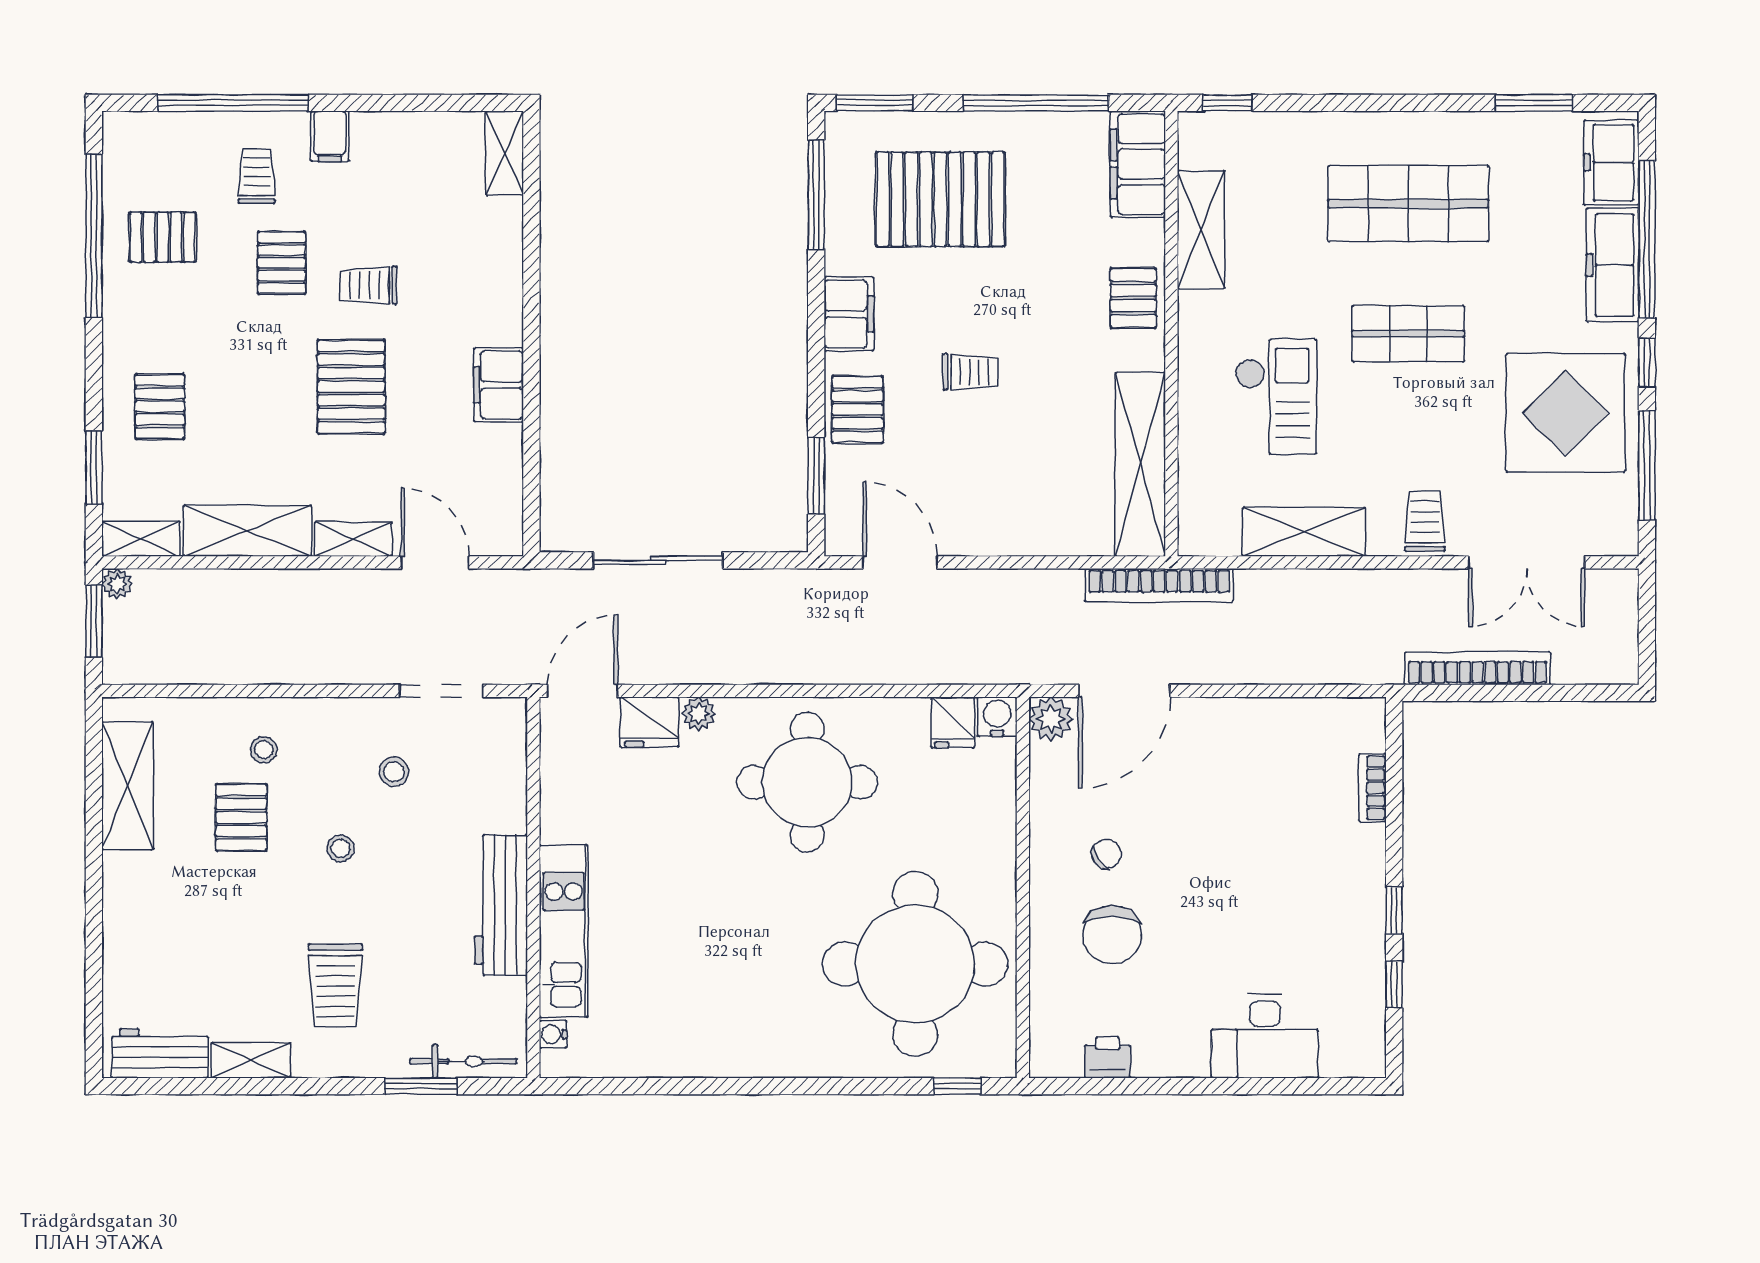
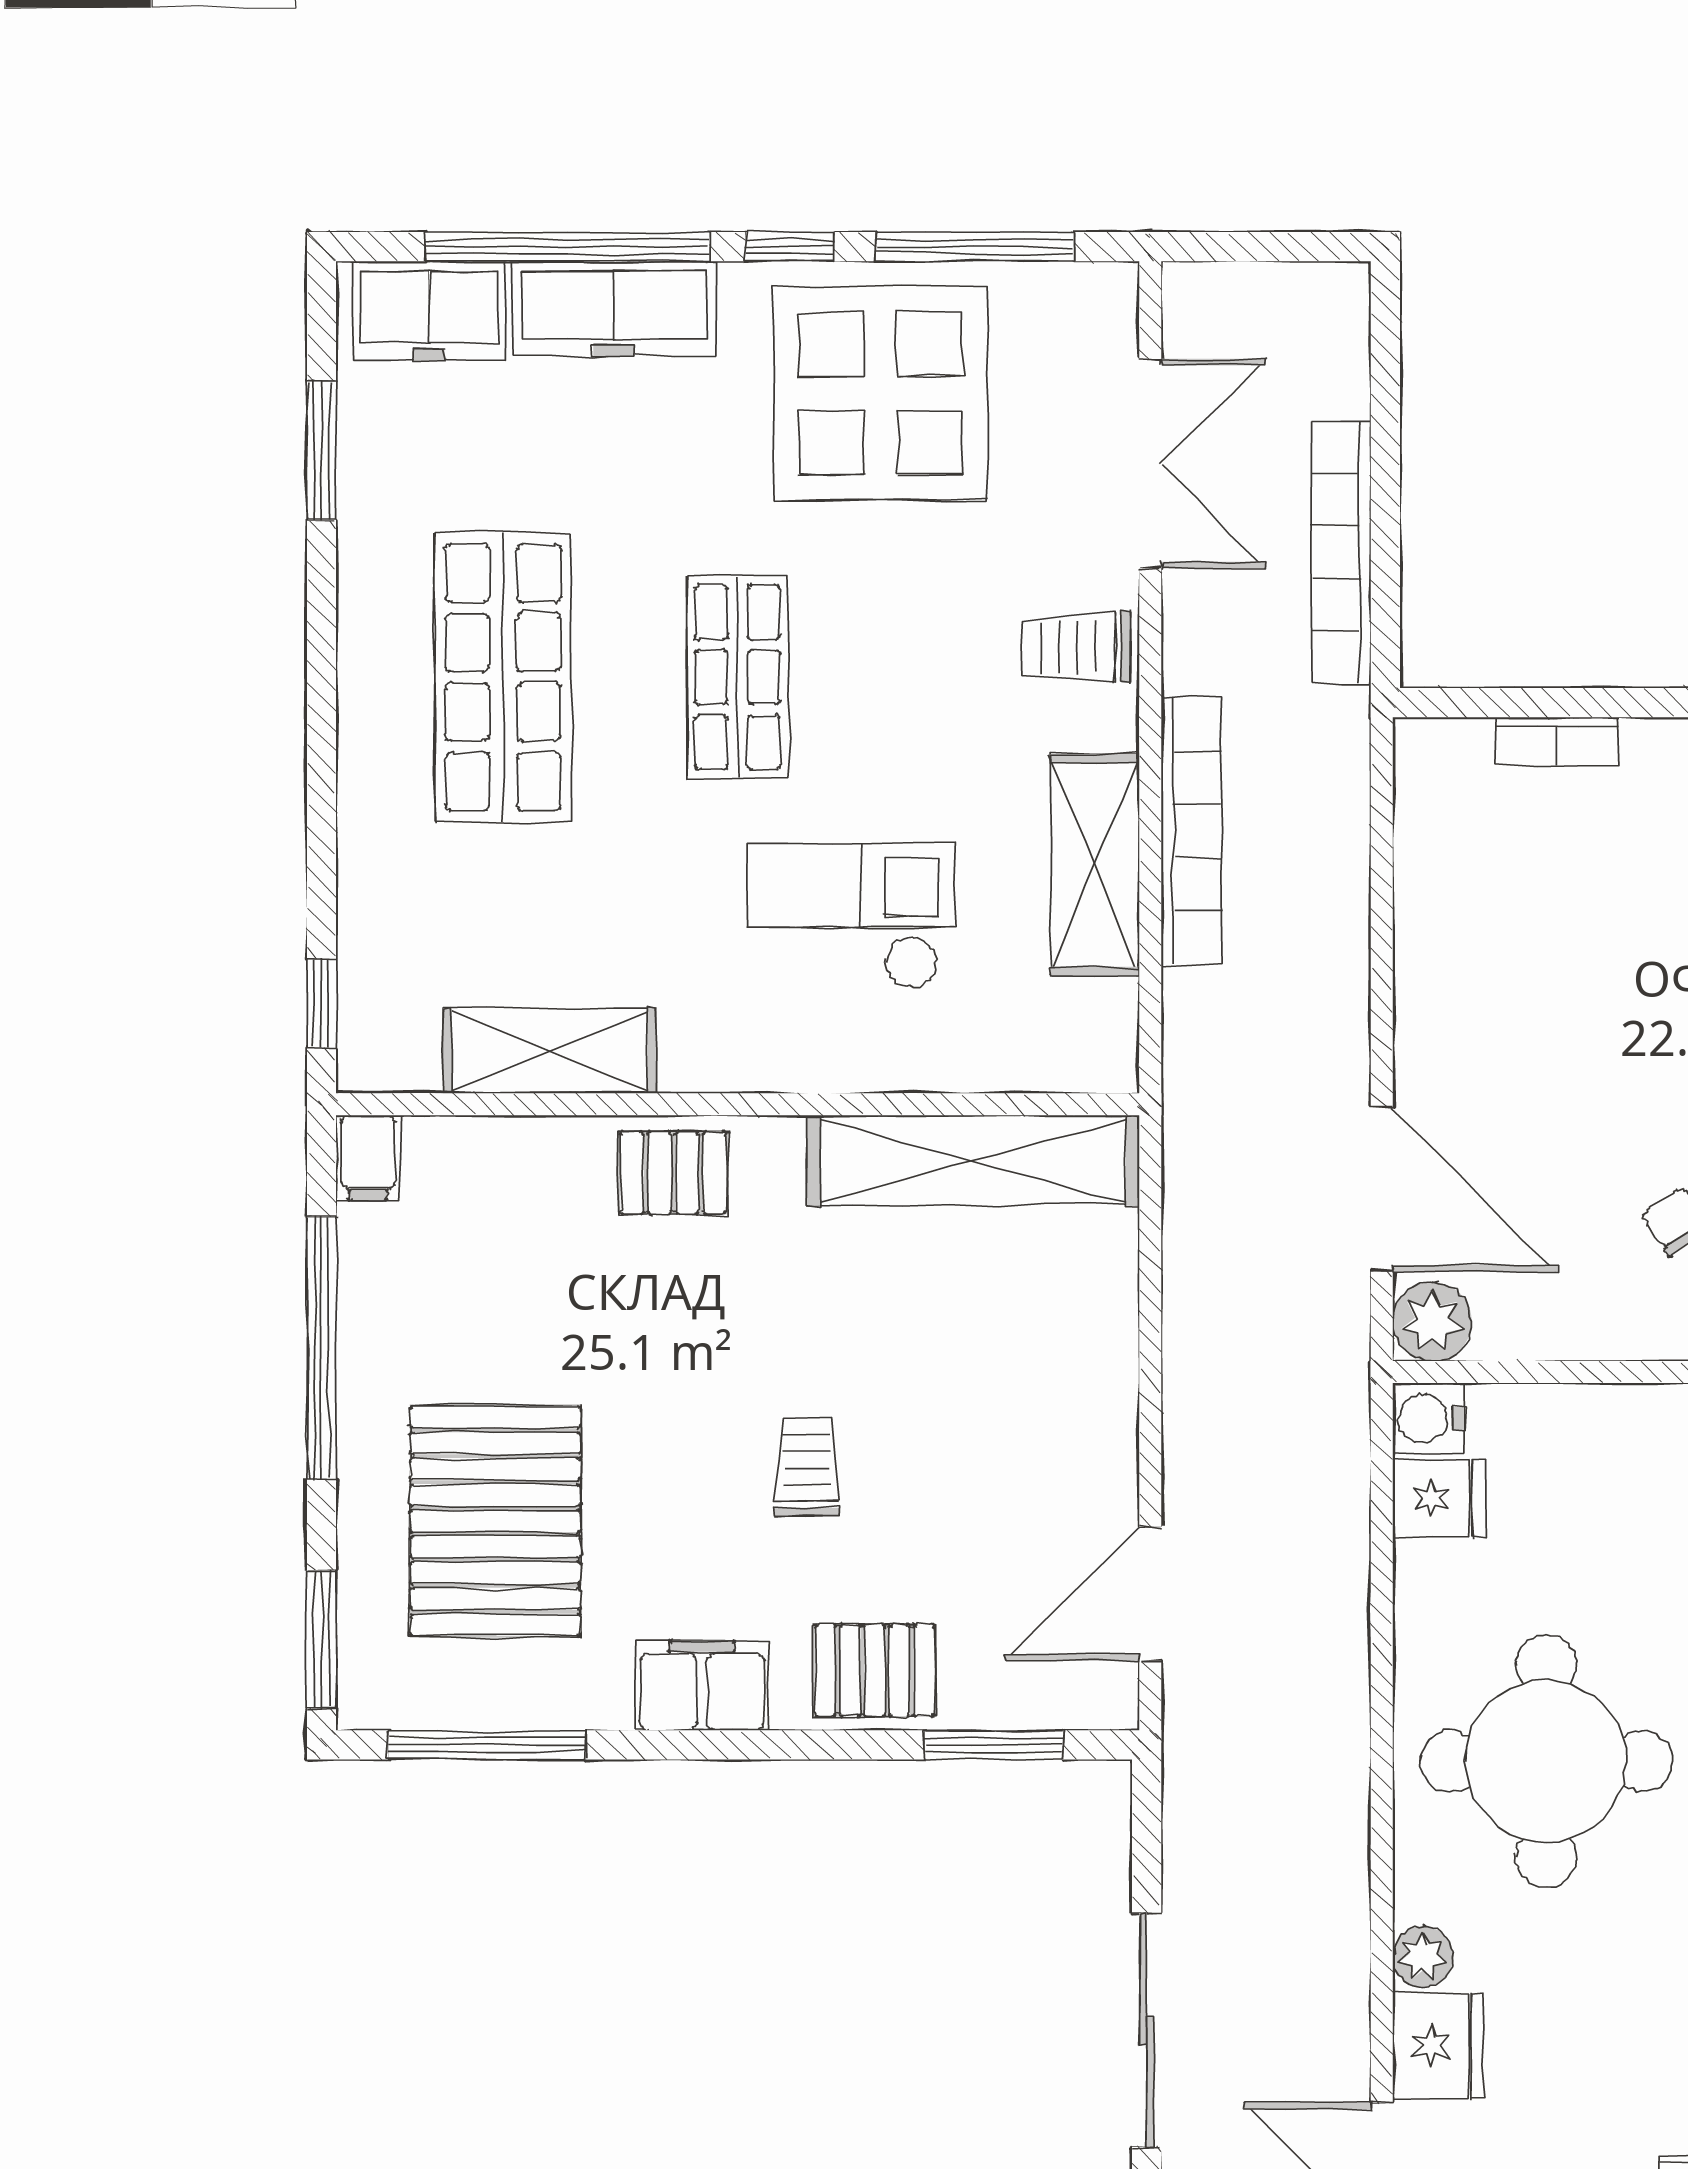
filing cabinet: (1138, 164) -> (368, 1158), width x0.33, depth x0.86
bookcase: (1159, 585) -> (1191, 830), moved

